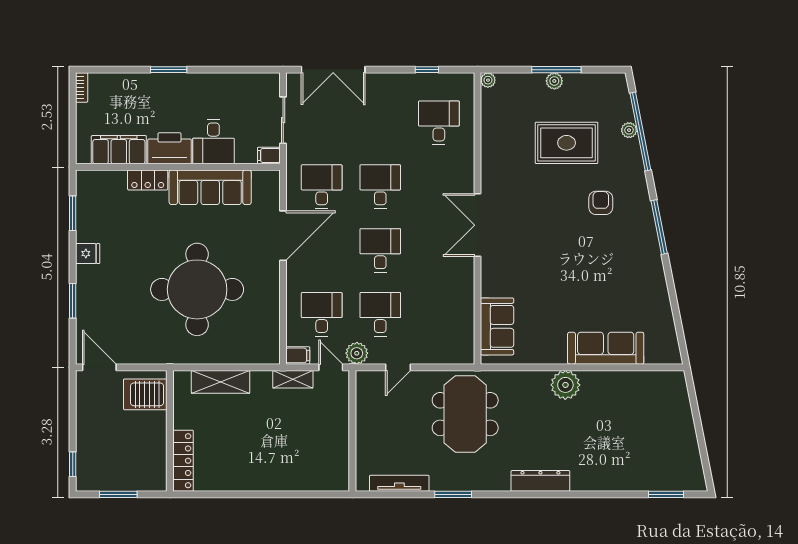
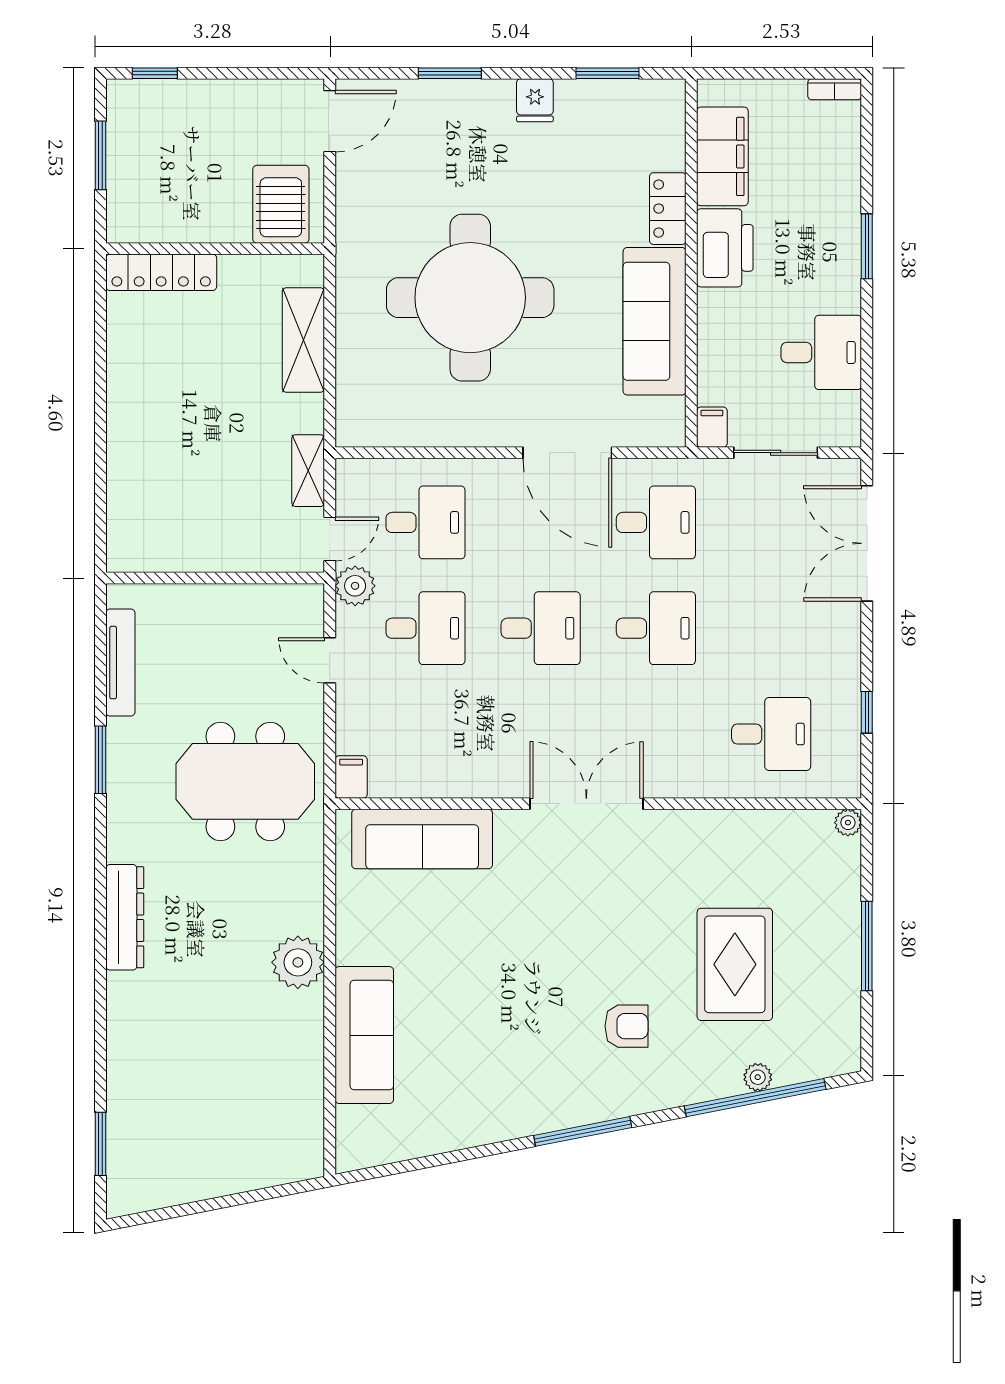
plant: (554, 81) -> (846, 942), removed
desk: (213, 142) -> (821, 352), moved, turned 180
sofa: (497, 326) -> (422, 839), width x1.36
filing cabinet: (298, 355) -> (351, 777), moved, turned 180

